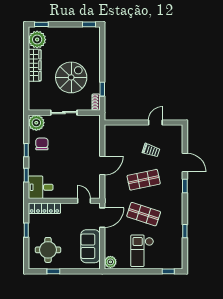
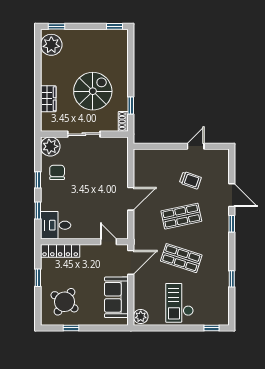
wardrobe: (35, 65) -> (48, 99), moved, width x0.67
round table: (48, 250) -> (64, 302), turned 34

